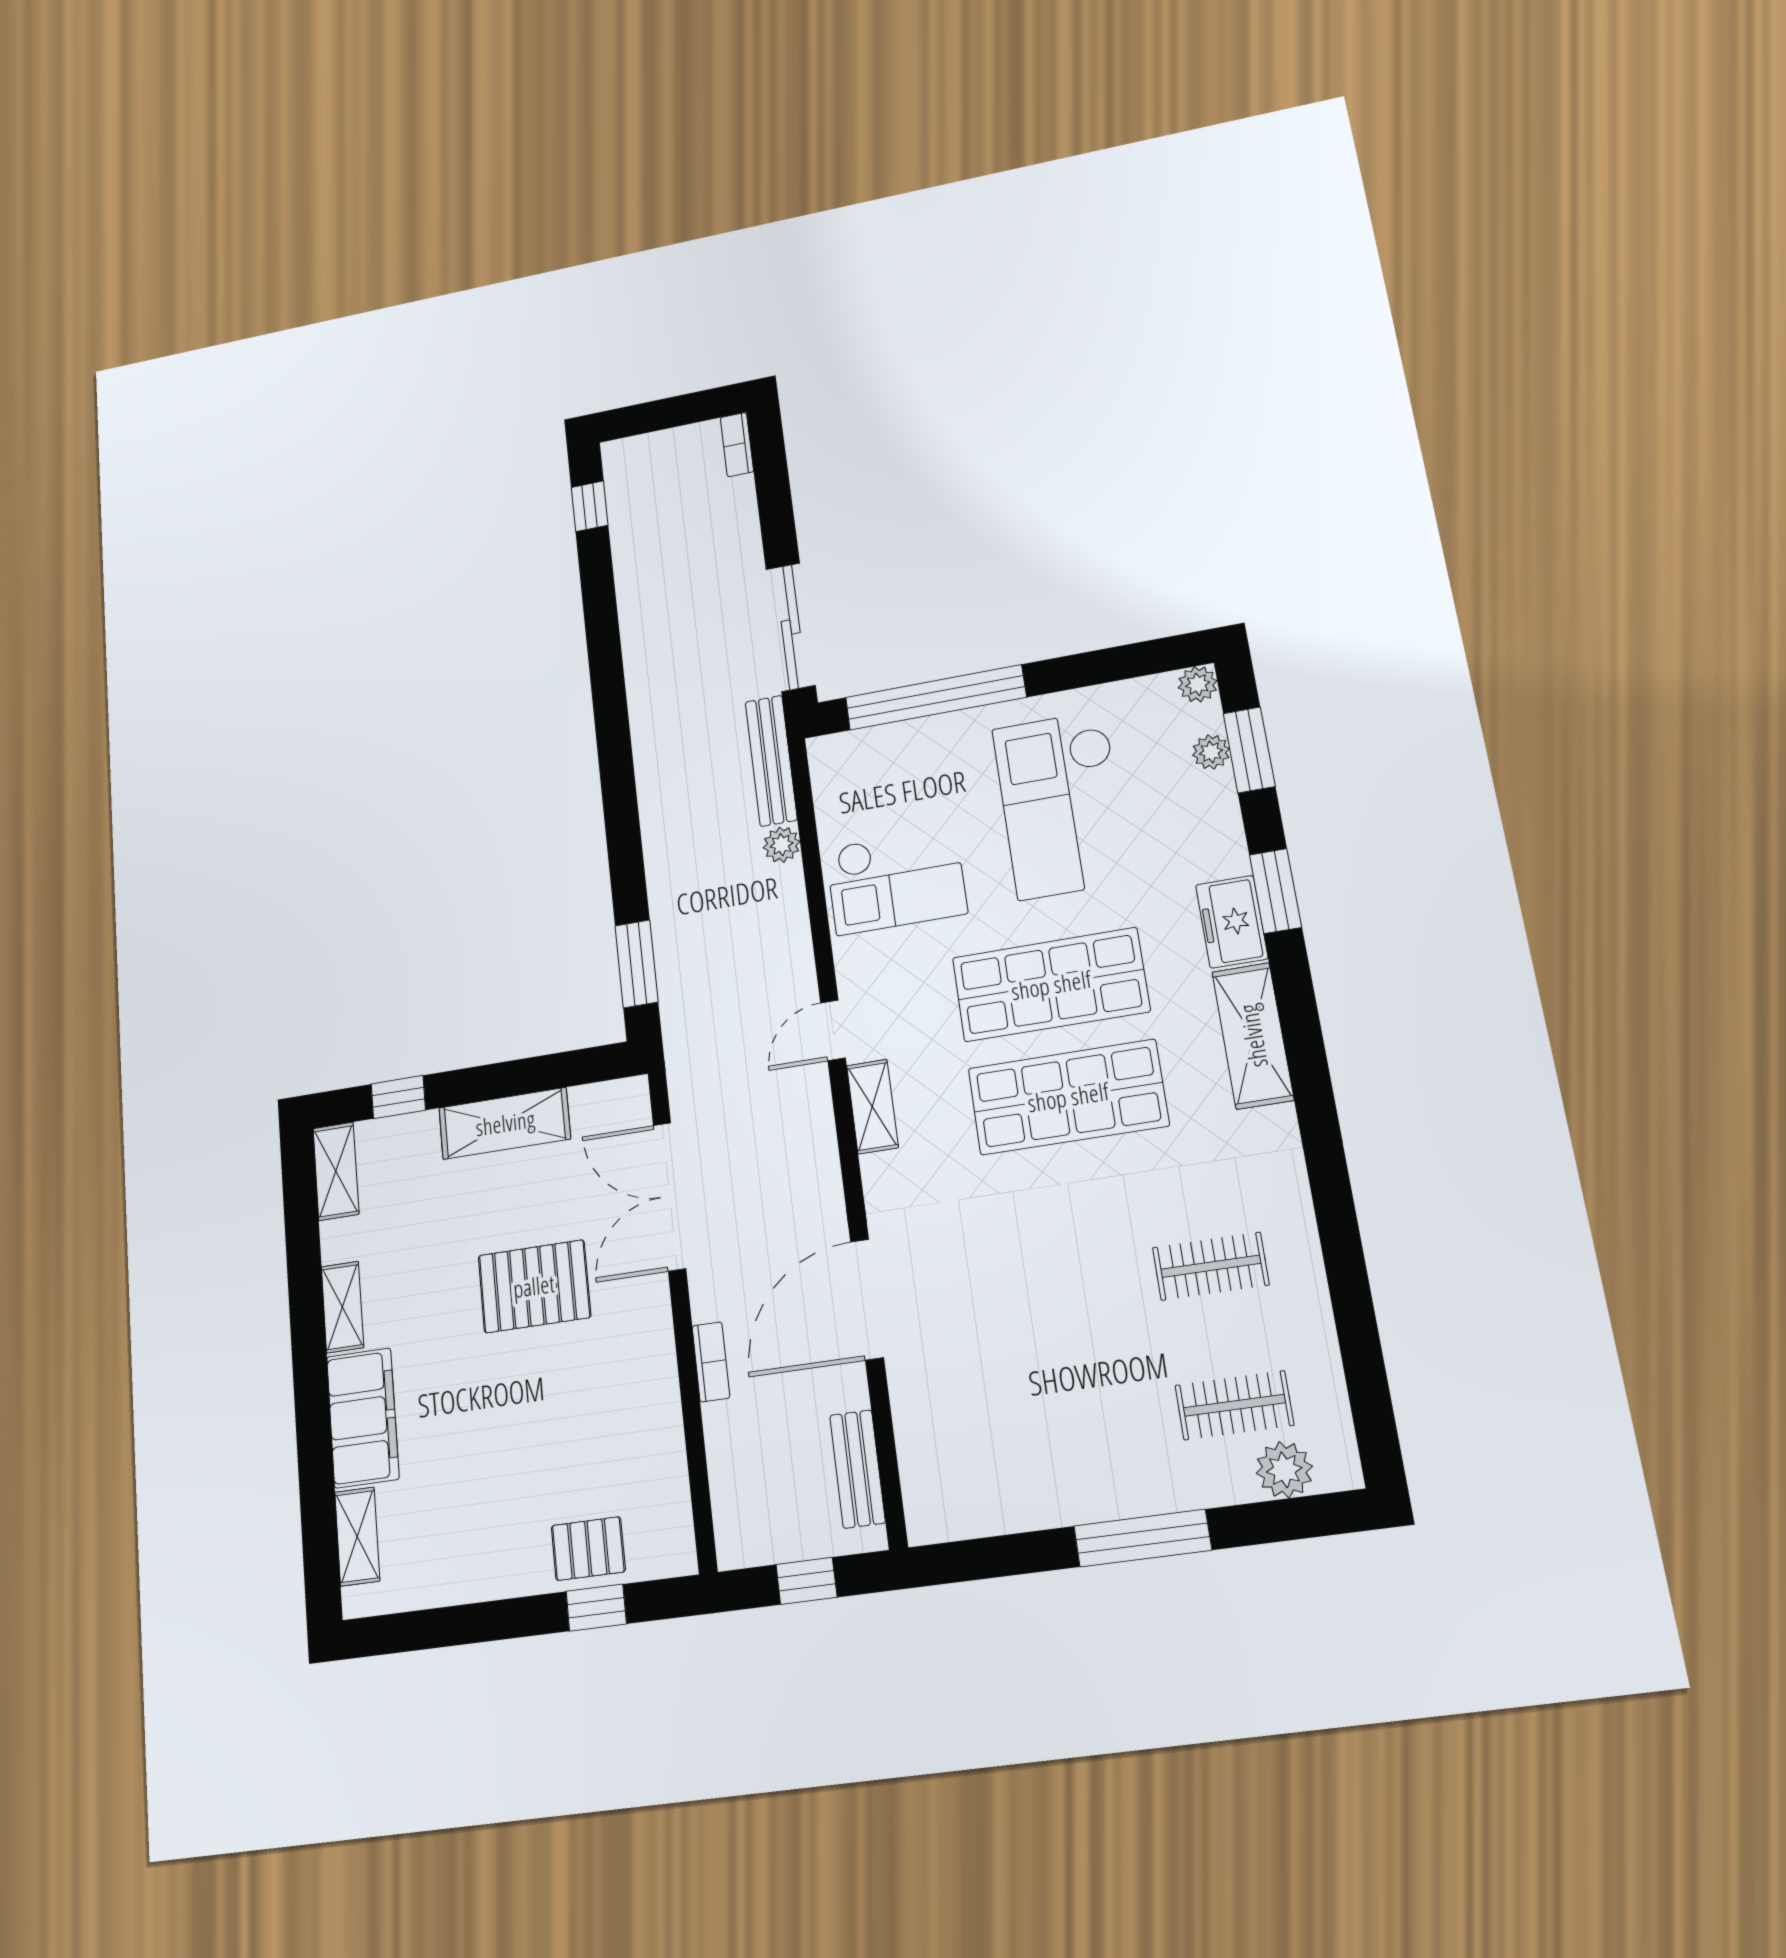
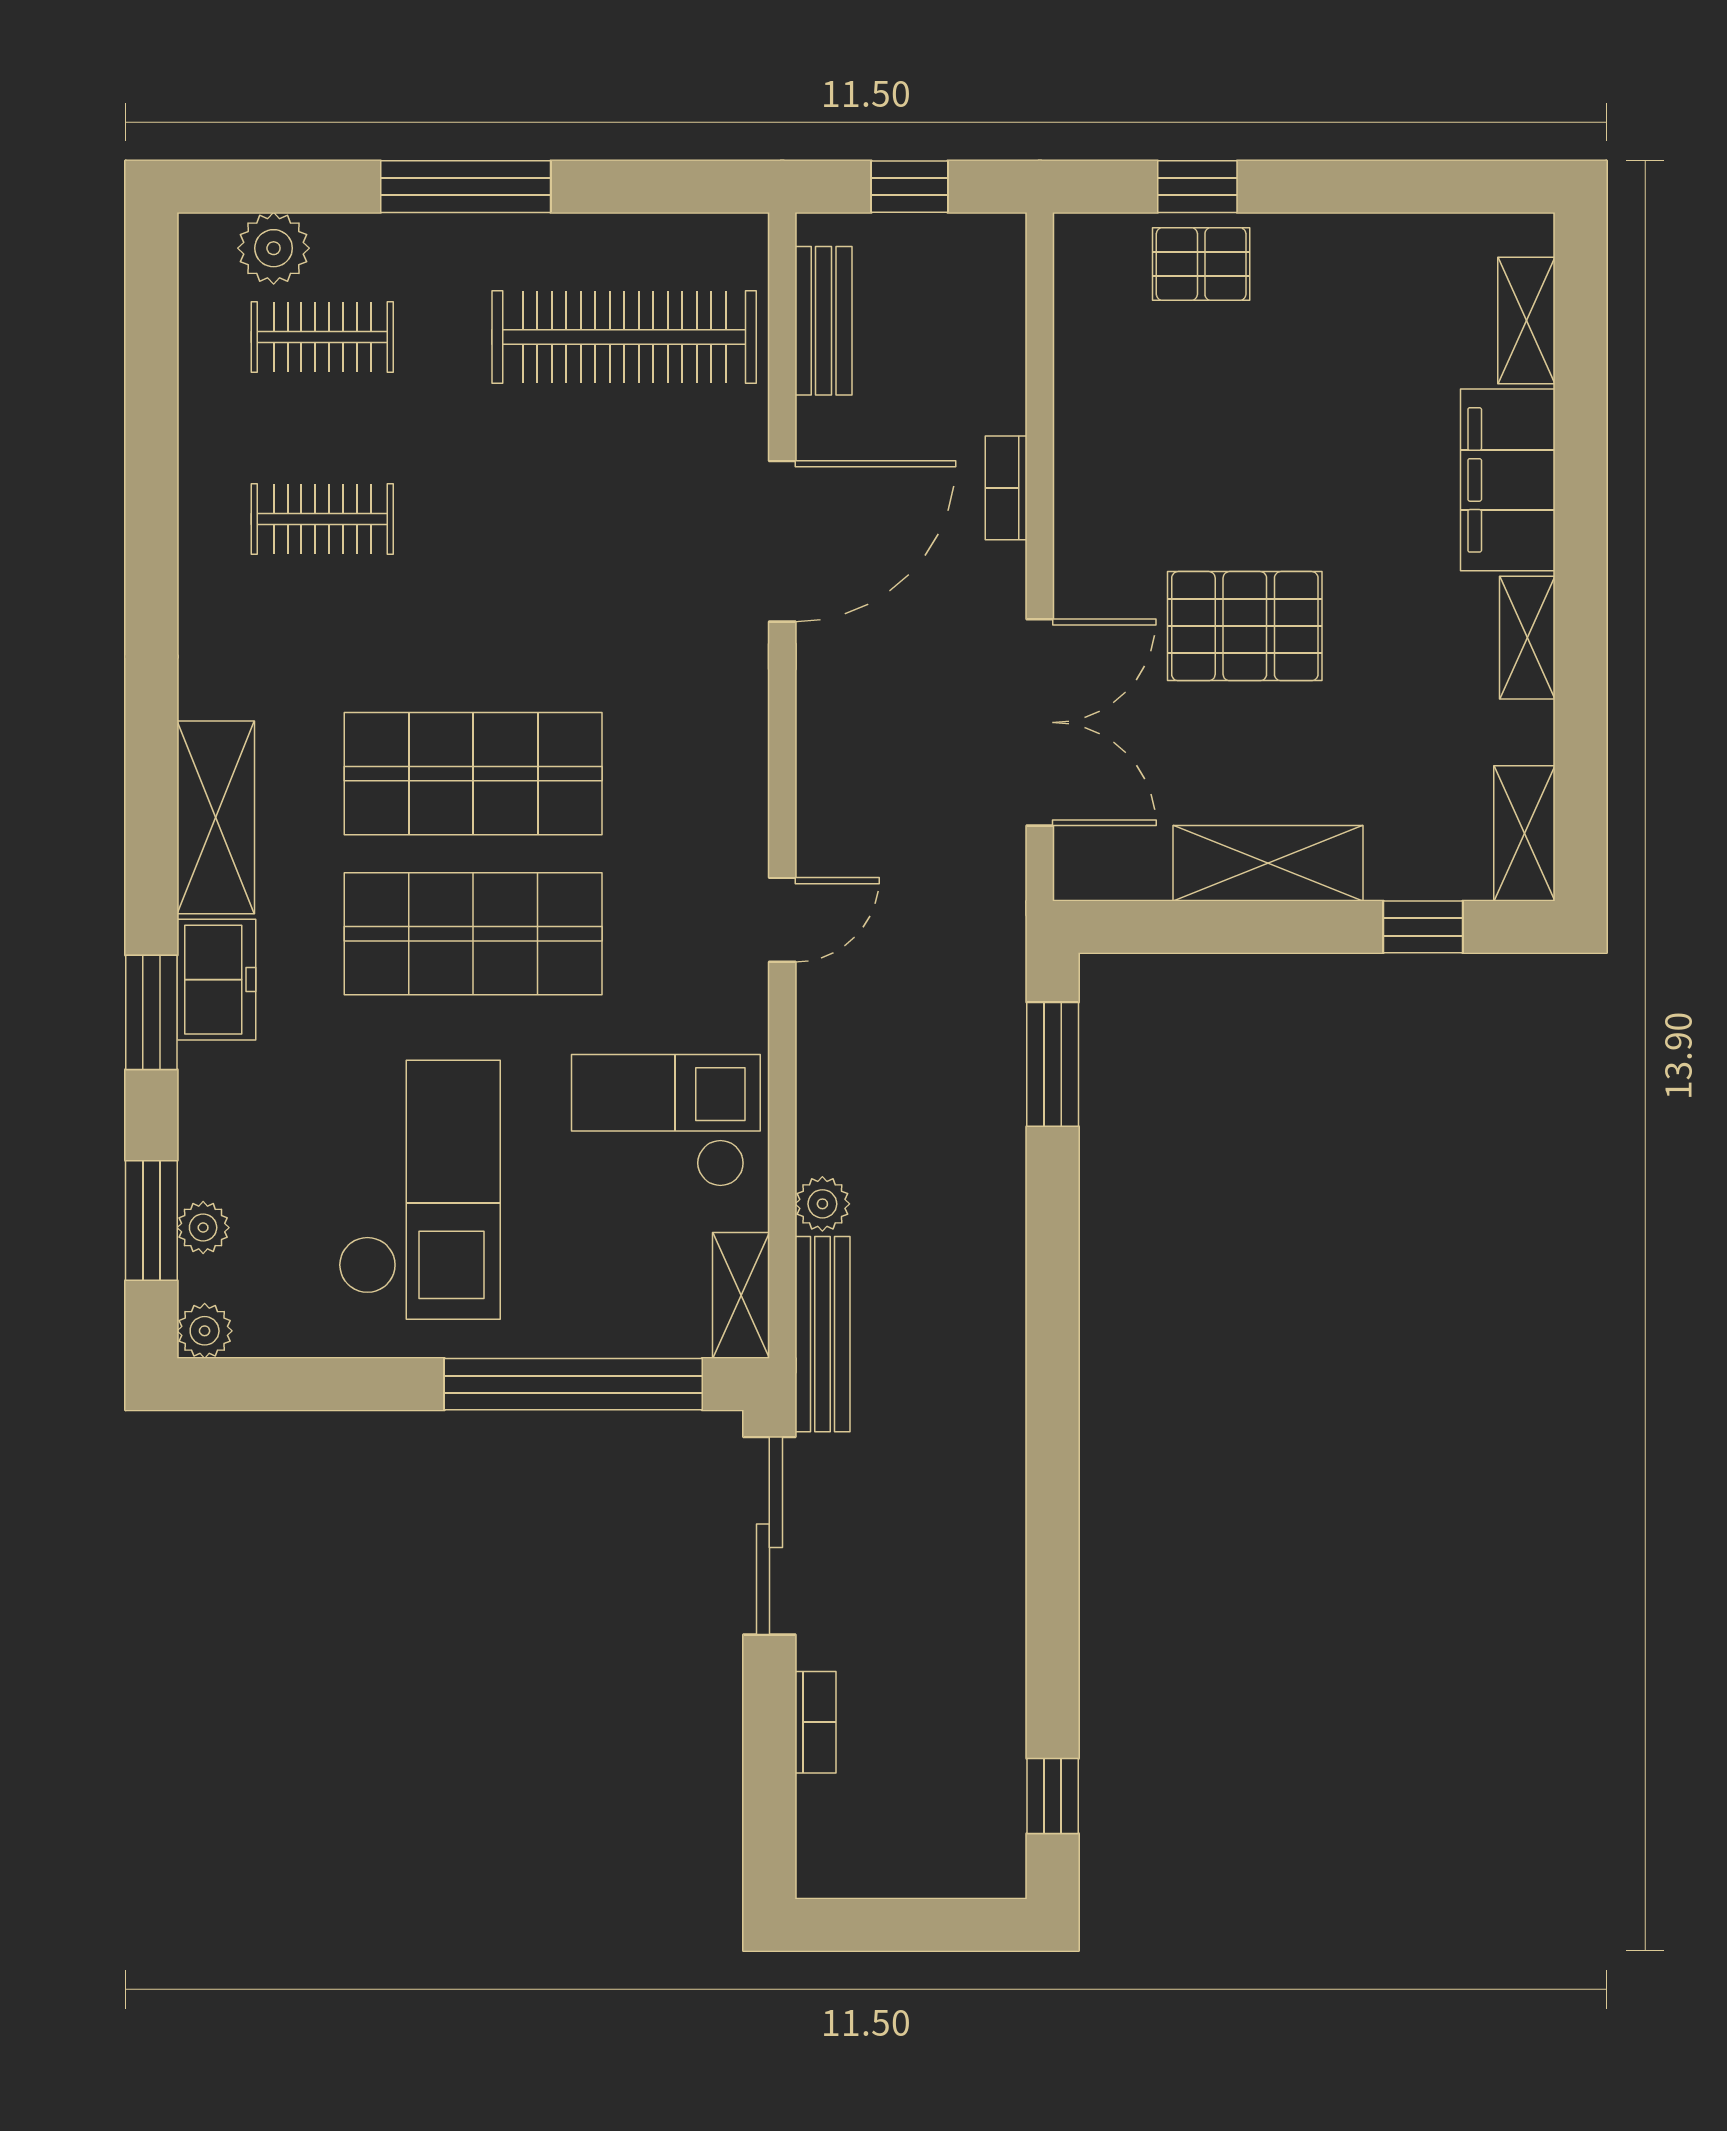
bookcase: (737, 445) -> (815, 1722), moved
shelving: (872, 1107) -> (741, 1295), moved
clothes rail: (1004, 1436) -> (624, 337), added

